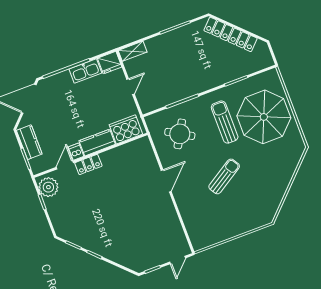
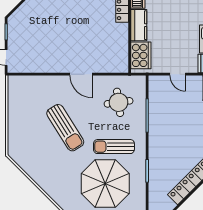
sun lounger: (225, 122) -> (114, 147), turned 180
round table: (180, 134) -> (119, 102), turned -38
sun lounger: (224, 176) -> (65, 128), width x1.36, depth x1.34

